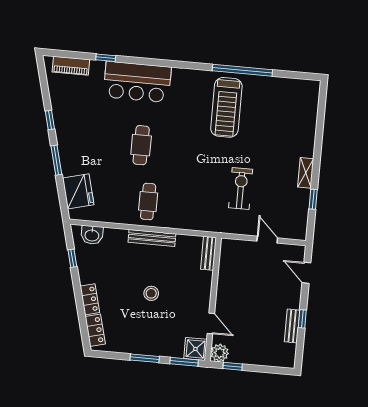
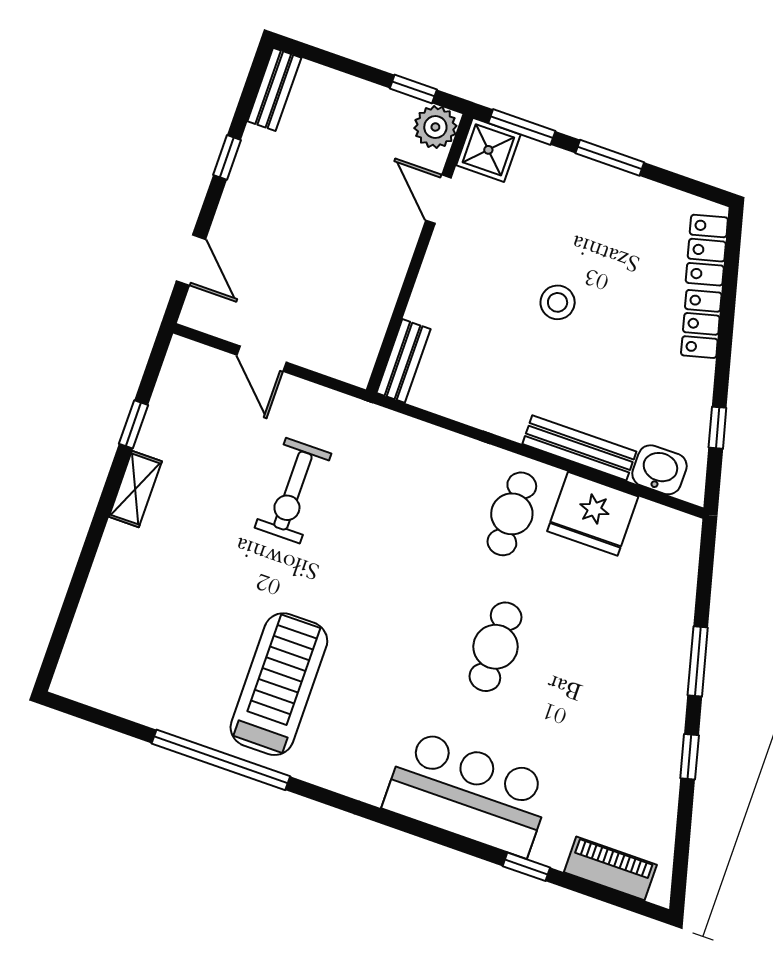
fridge: (78, 191) -> (593, 514), moved, turned -76
bench: (152, 238) -> (579, 448), moved
bench: (292, 326) -> (274, 89), moved

